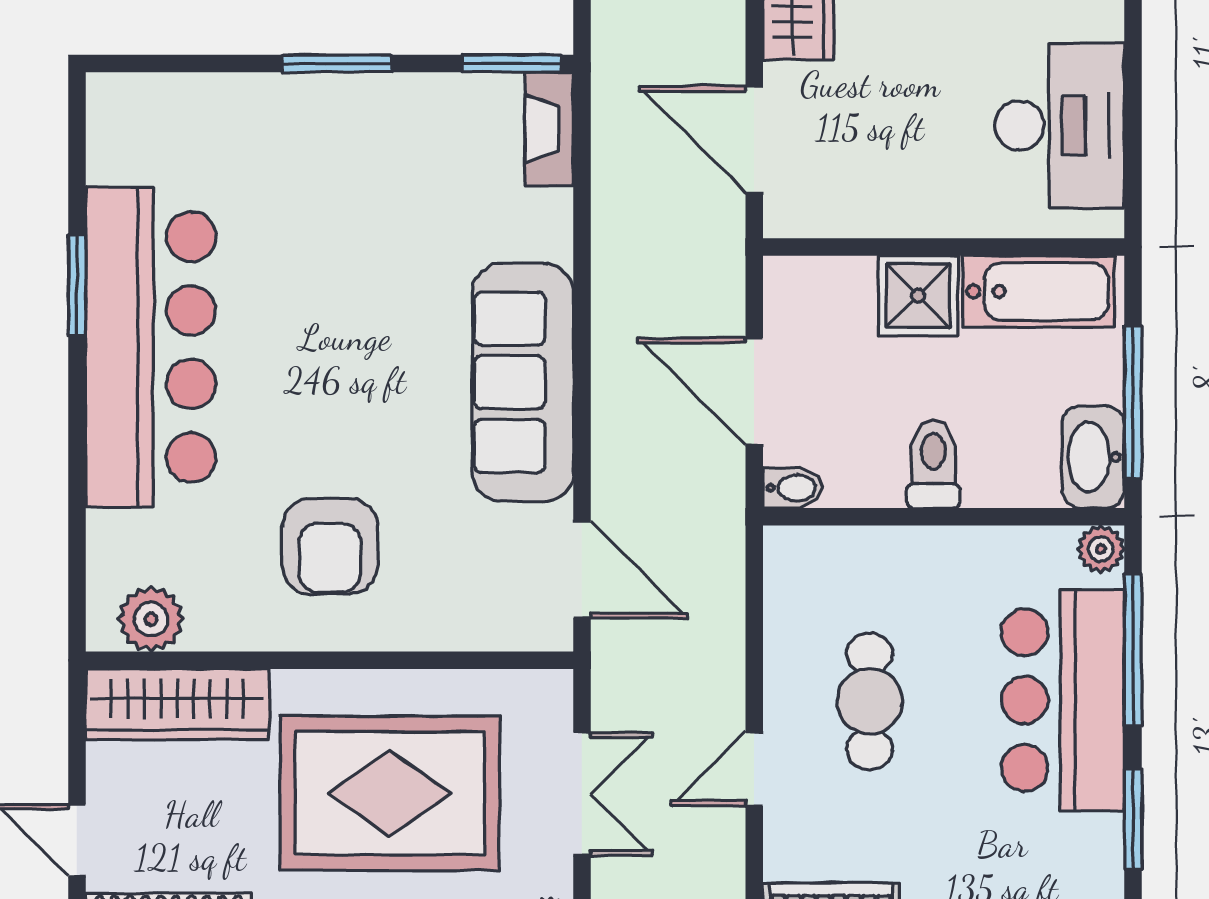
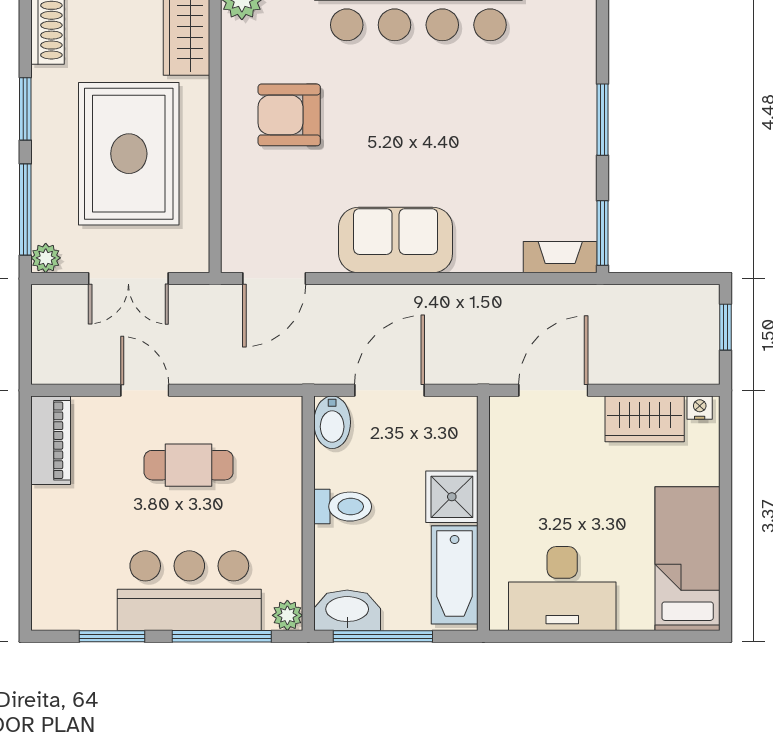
sofa: (523, 382) -> (396, 240), width x0.73
bidet: (793, 488) -> (332, 422), width x1.38, depth x1.36

